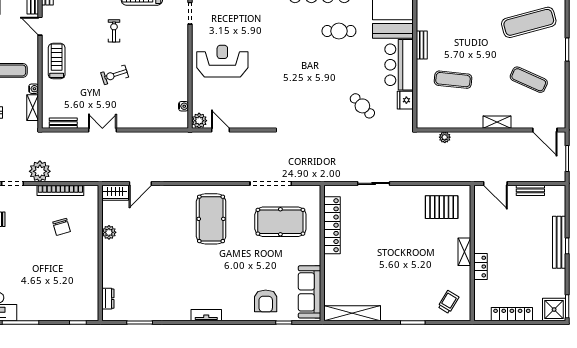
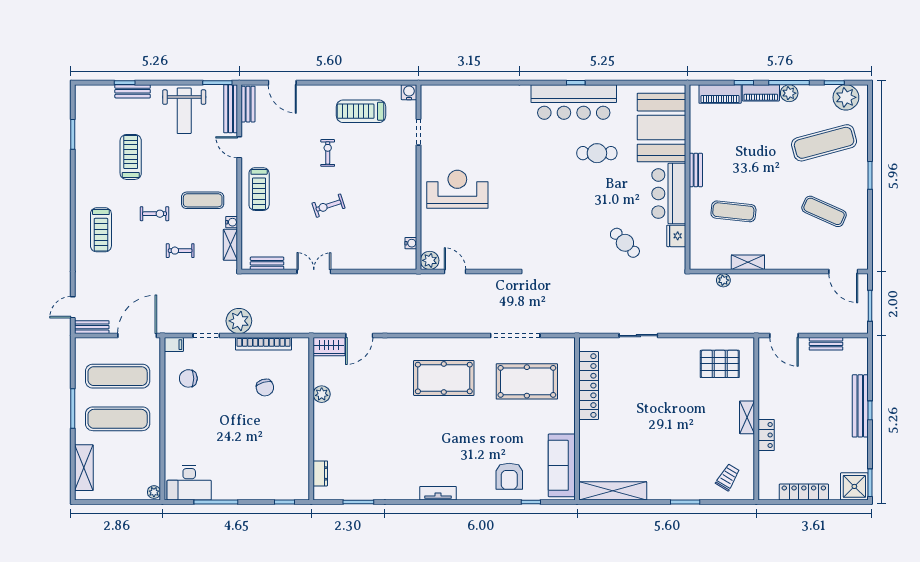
treadmill: (57, 61) -> (259, 189), turned 180
shelving: (497, 122) -> (748, 262), moved
pool table: (211, 219) -> (444, 378), turned 90

